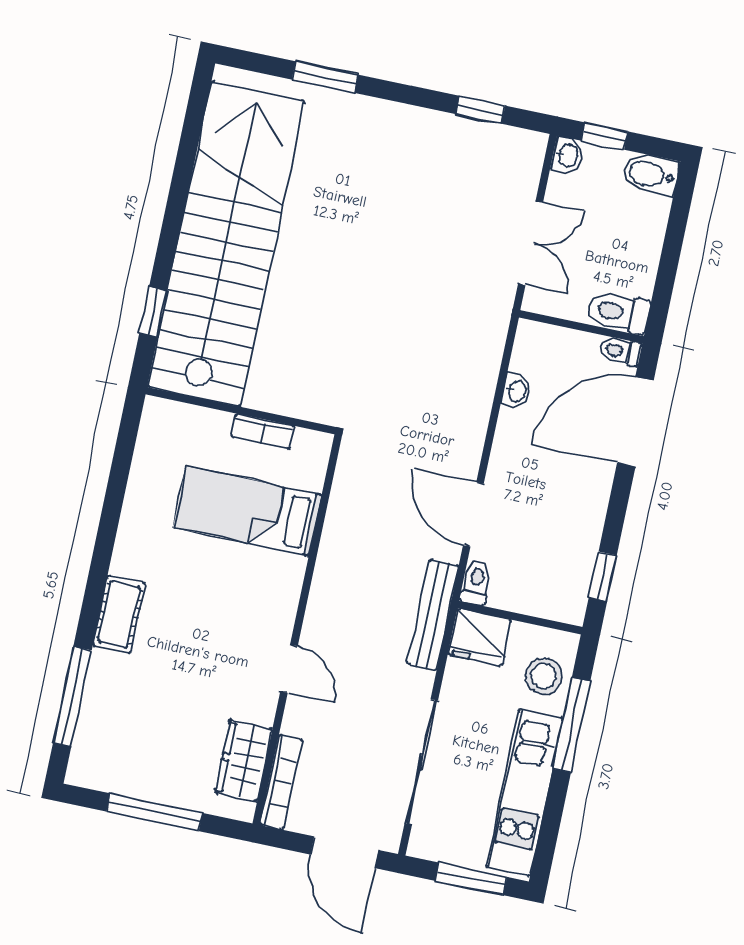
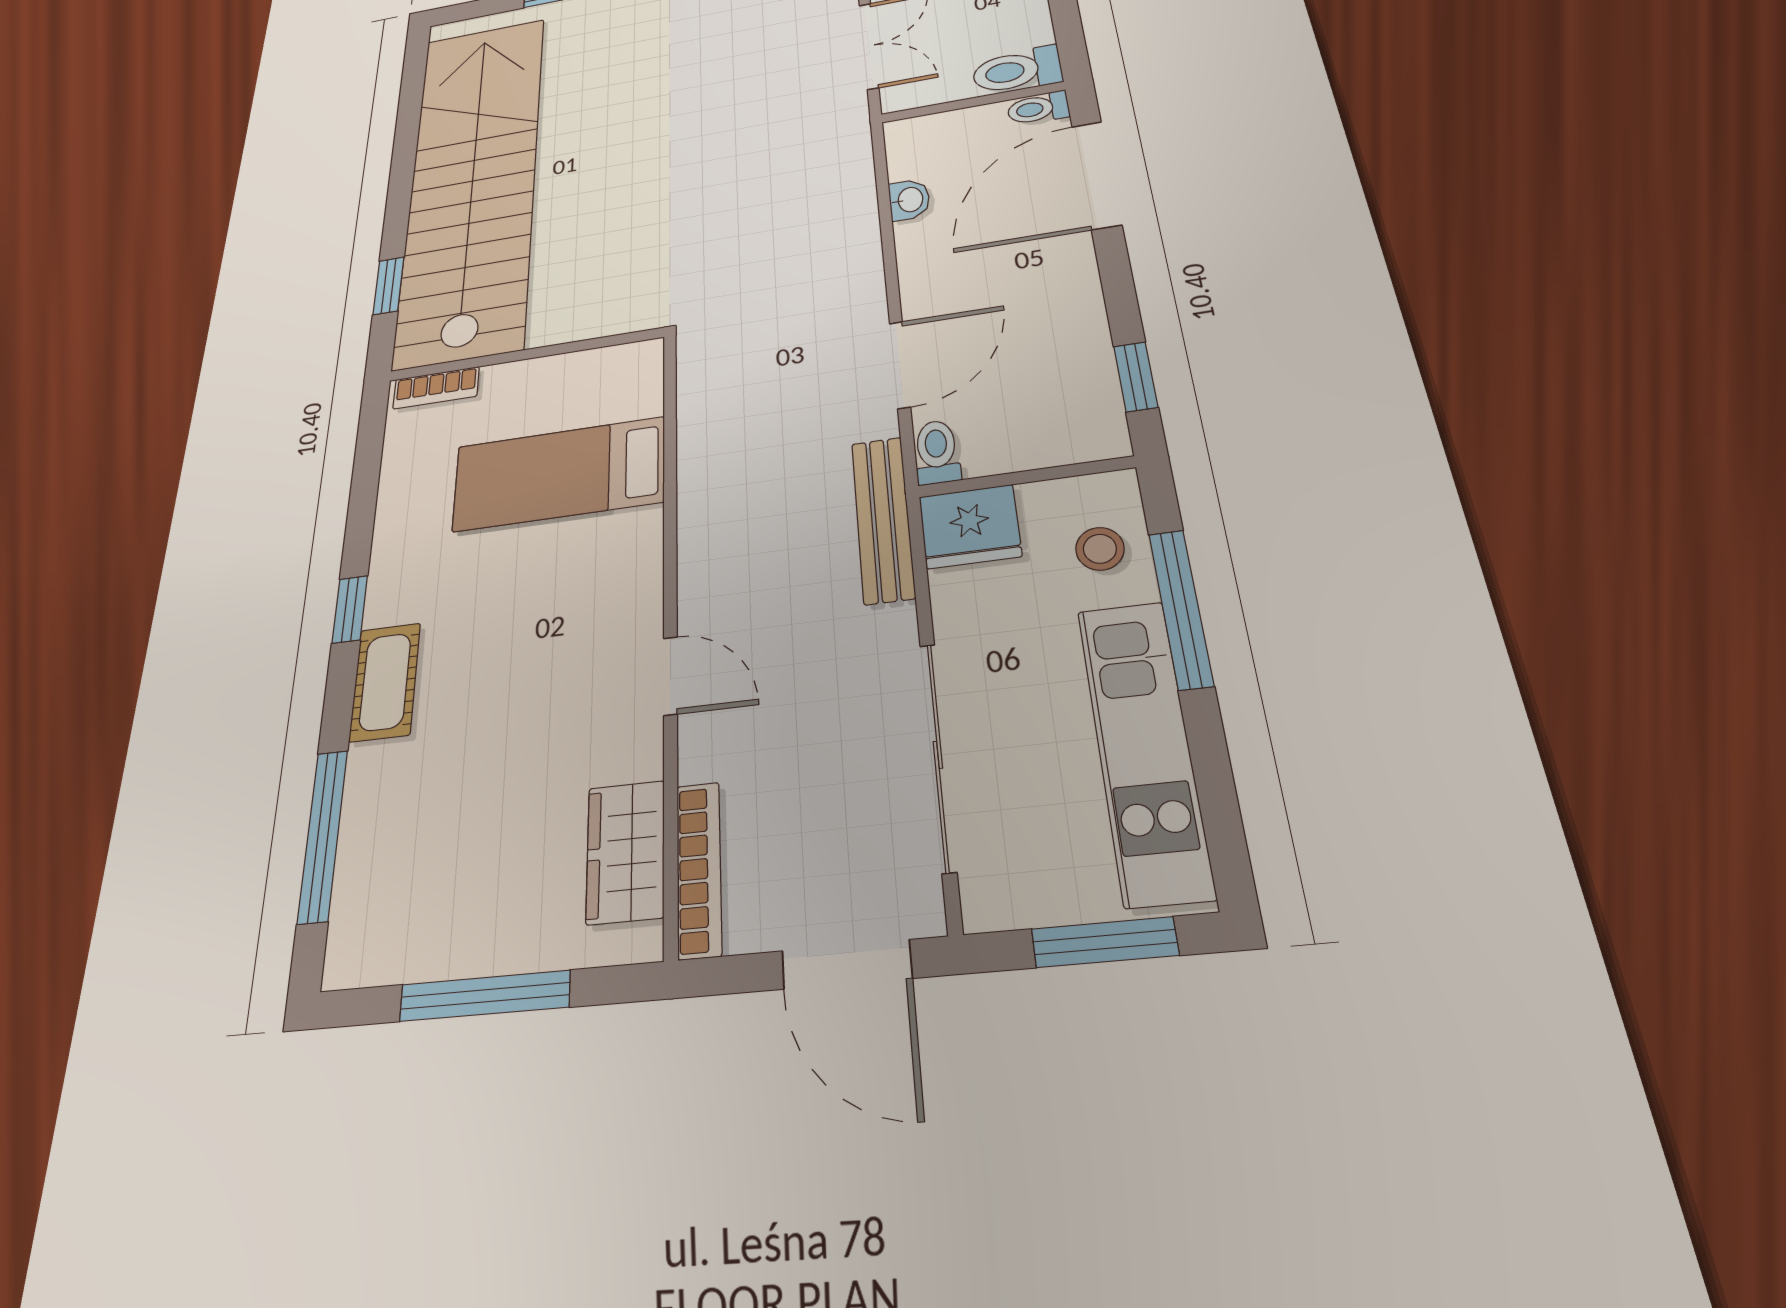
bookcase: (263, 431) -> (436, 388), moved
door: (473, 514) -> (900, 365), swing flipped
window: (102, 558) -> (350, 609), added
stool: (544, 676) -> (1100, 549), width x0.73, depth x0.73

